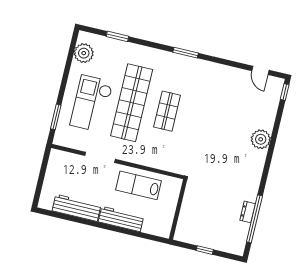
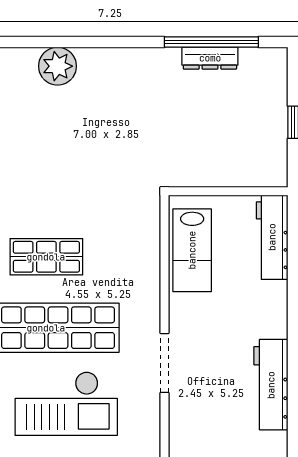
lab bench: (139, 185) -> (192, 250), moved
dresser: (248, 212) -> (210, 58), width x1.44
workbench: (121, 219) -> (272, 237), moved

